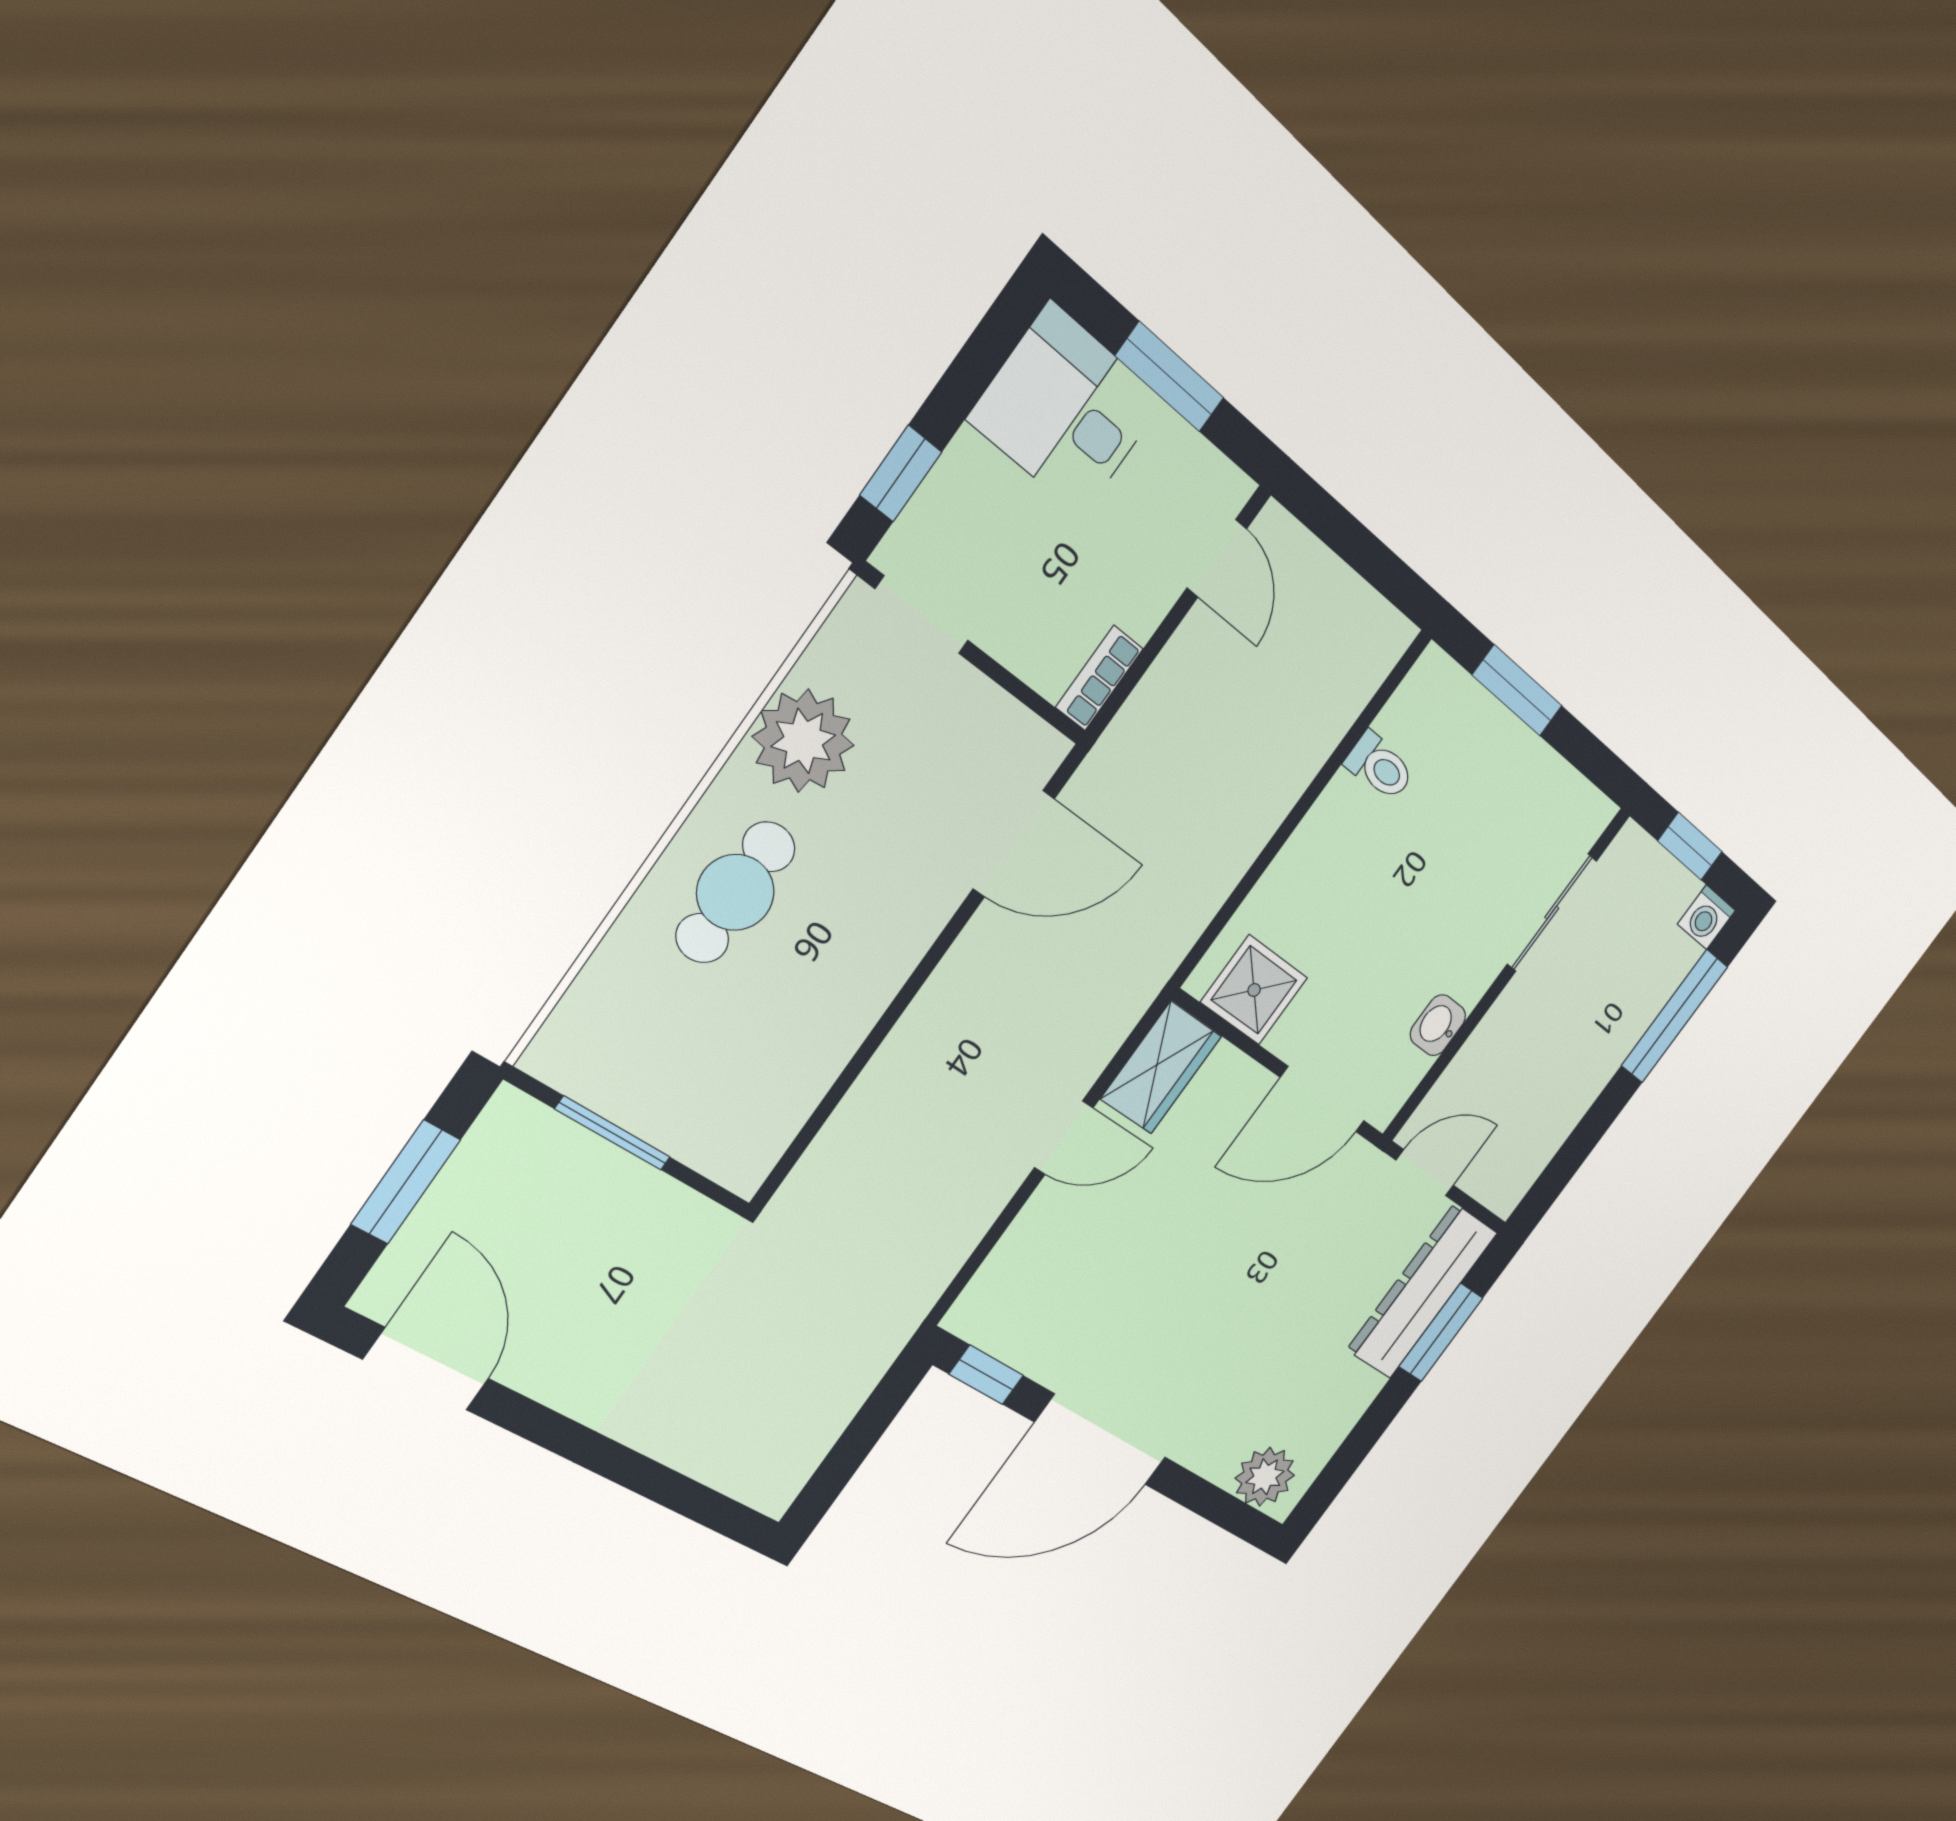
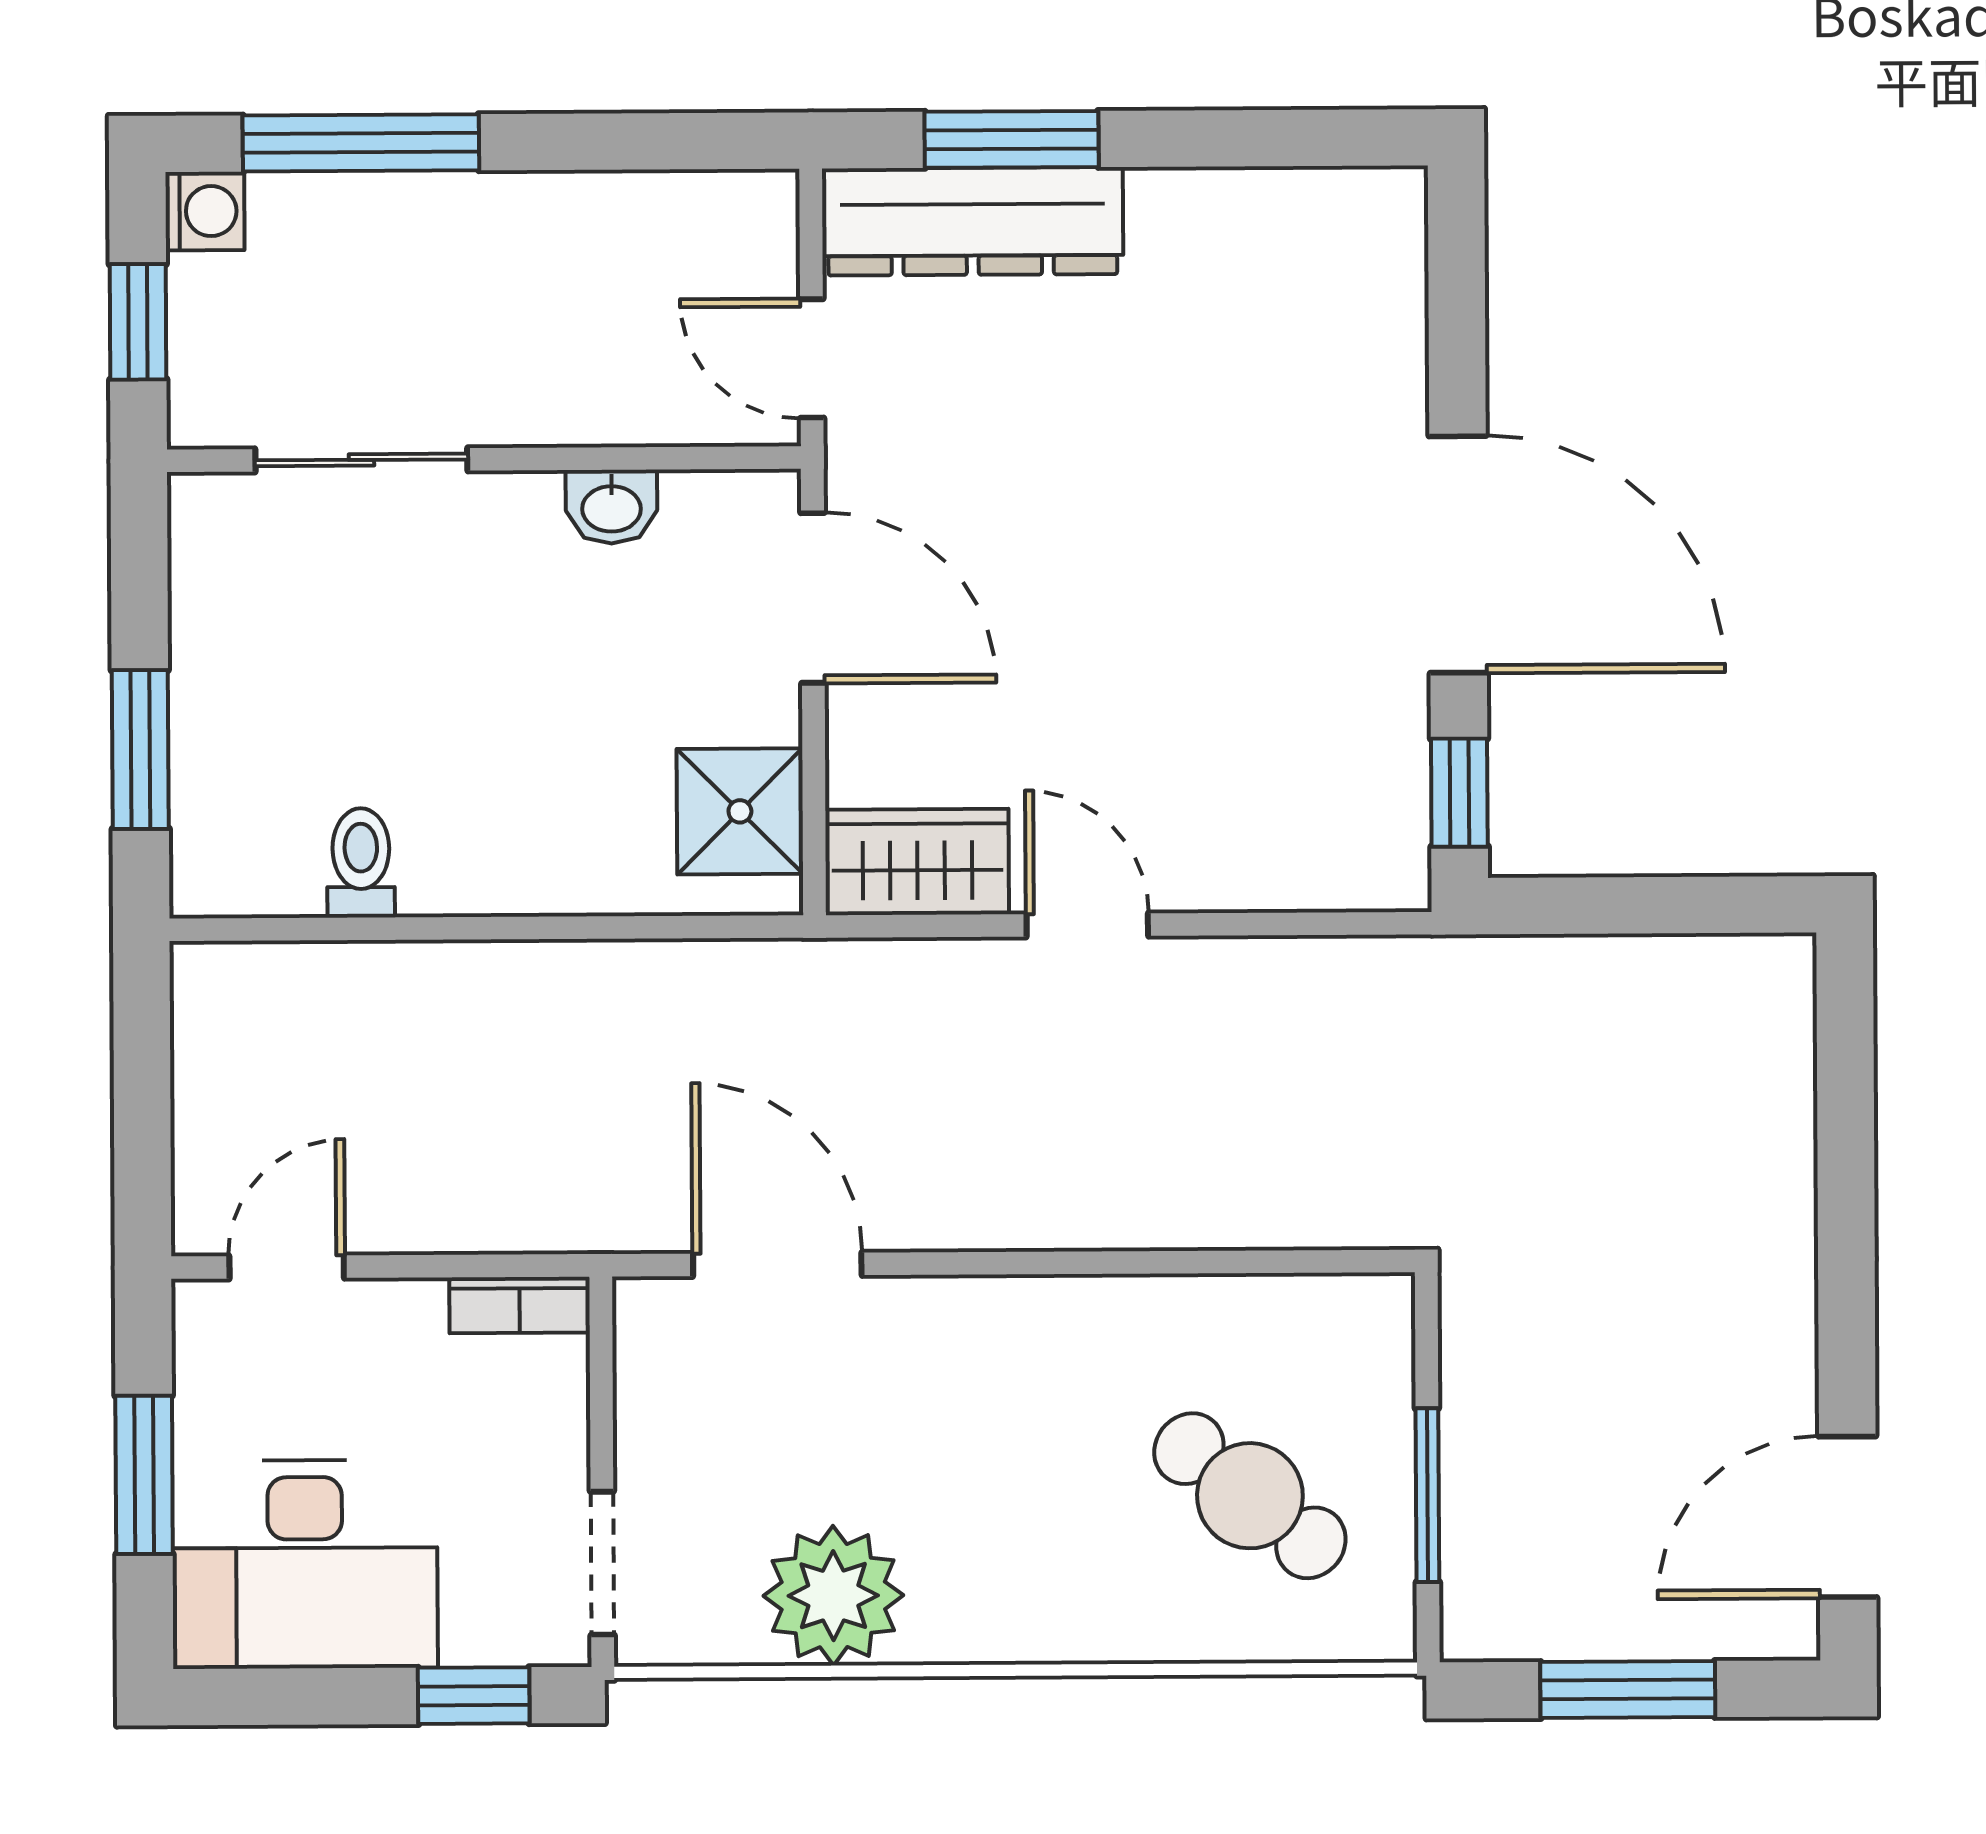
desk: (1066, 410) -> (305, 1564), width x1.37
cafe table: (735, 892) -> (1250, 1496), moved, turned 37
plant: (1265, 1477) -> (1374, 253), removed

